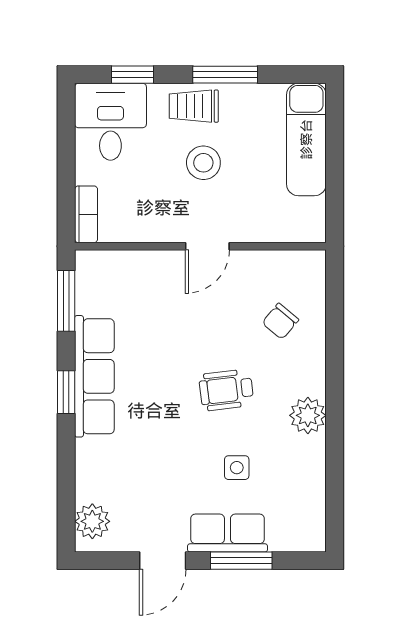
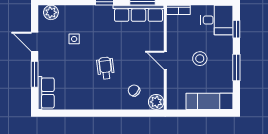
trolley: (194, 106) -> (223, 55), removed
row of seats: (94, 376) -> (138, 13), moved
plant: (308, 415) -> (156, 102), moved
side table: (237, 468) -> (74, 39), moved
row of seats: (227, 533) -> (46, 93), moved

